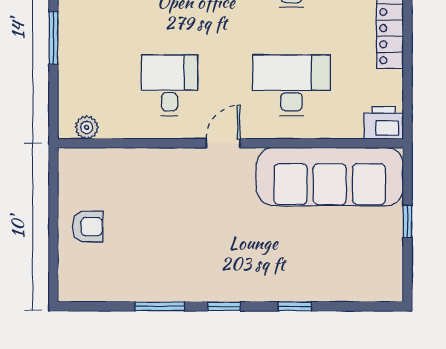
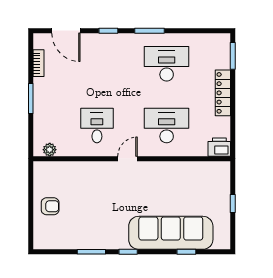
sofa: (330, 177) -> (171, 233), moved, turned 180
window: (295, 306) -> (186, 252), moved

